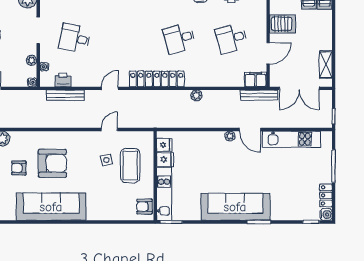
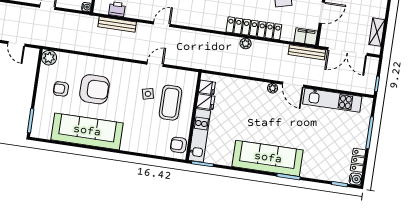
locker: (157, 79) -> (254, 28), moved

